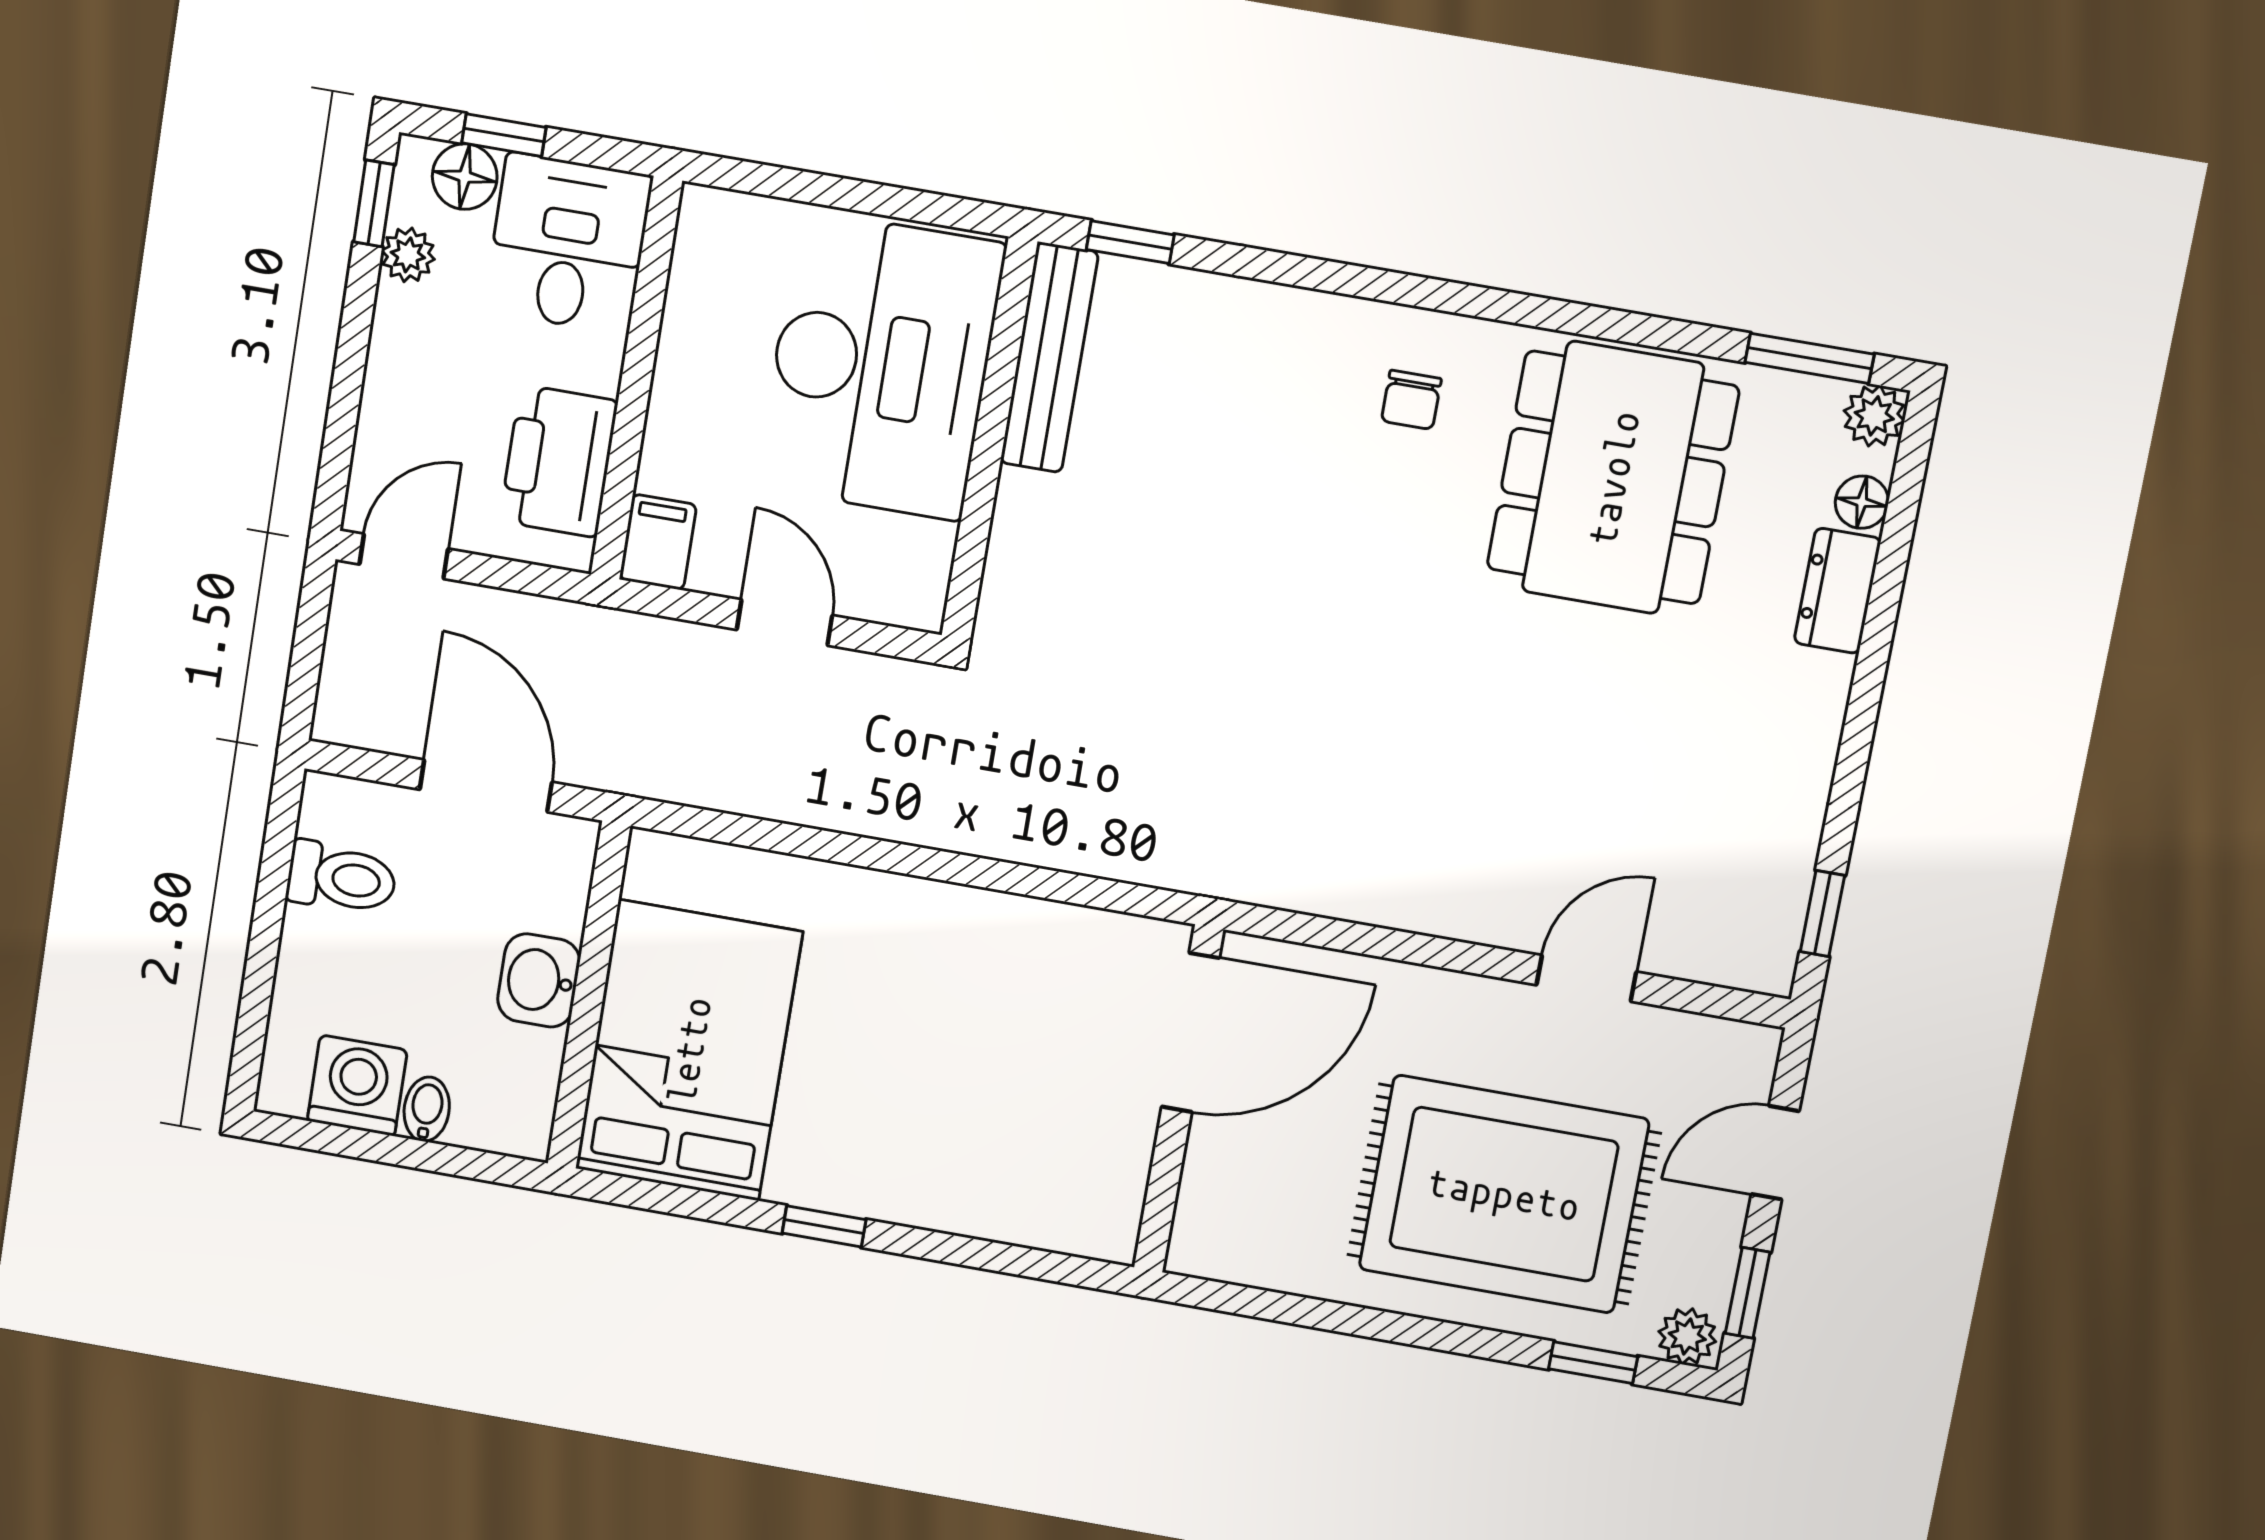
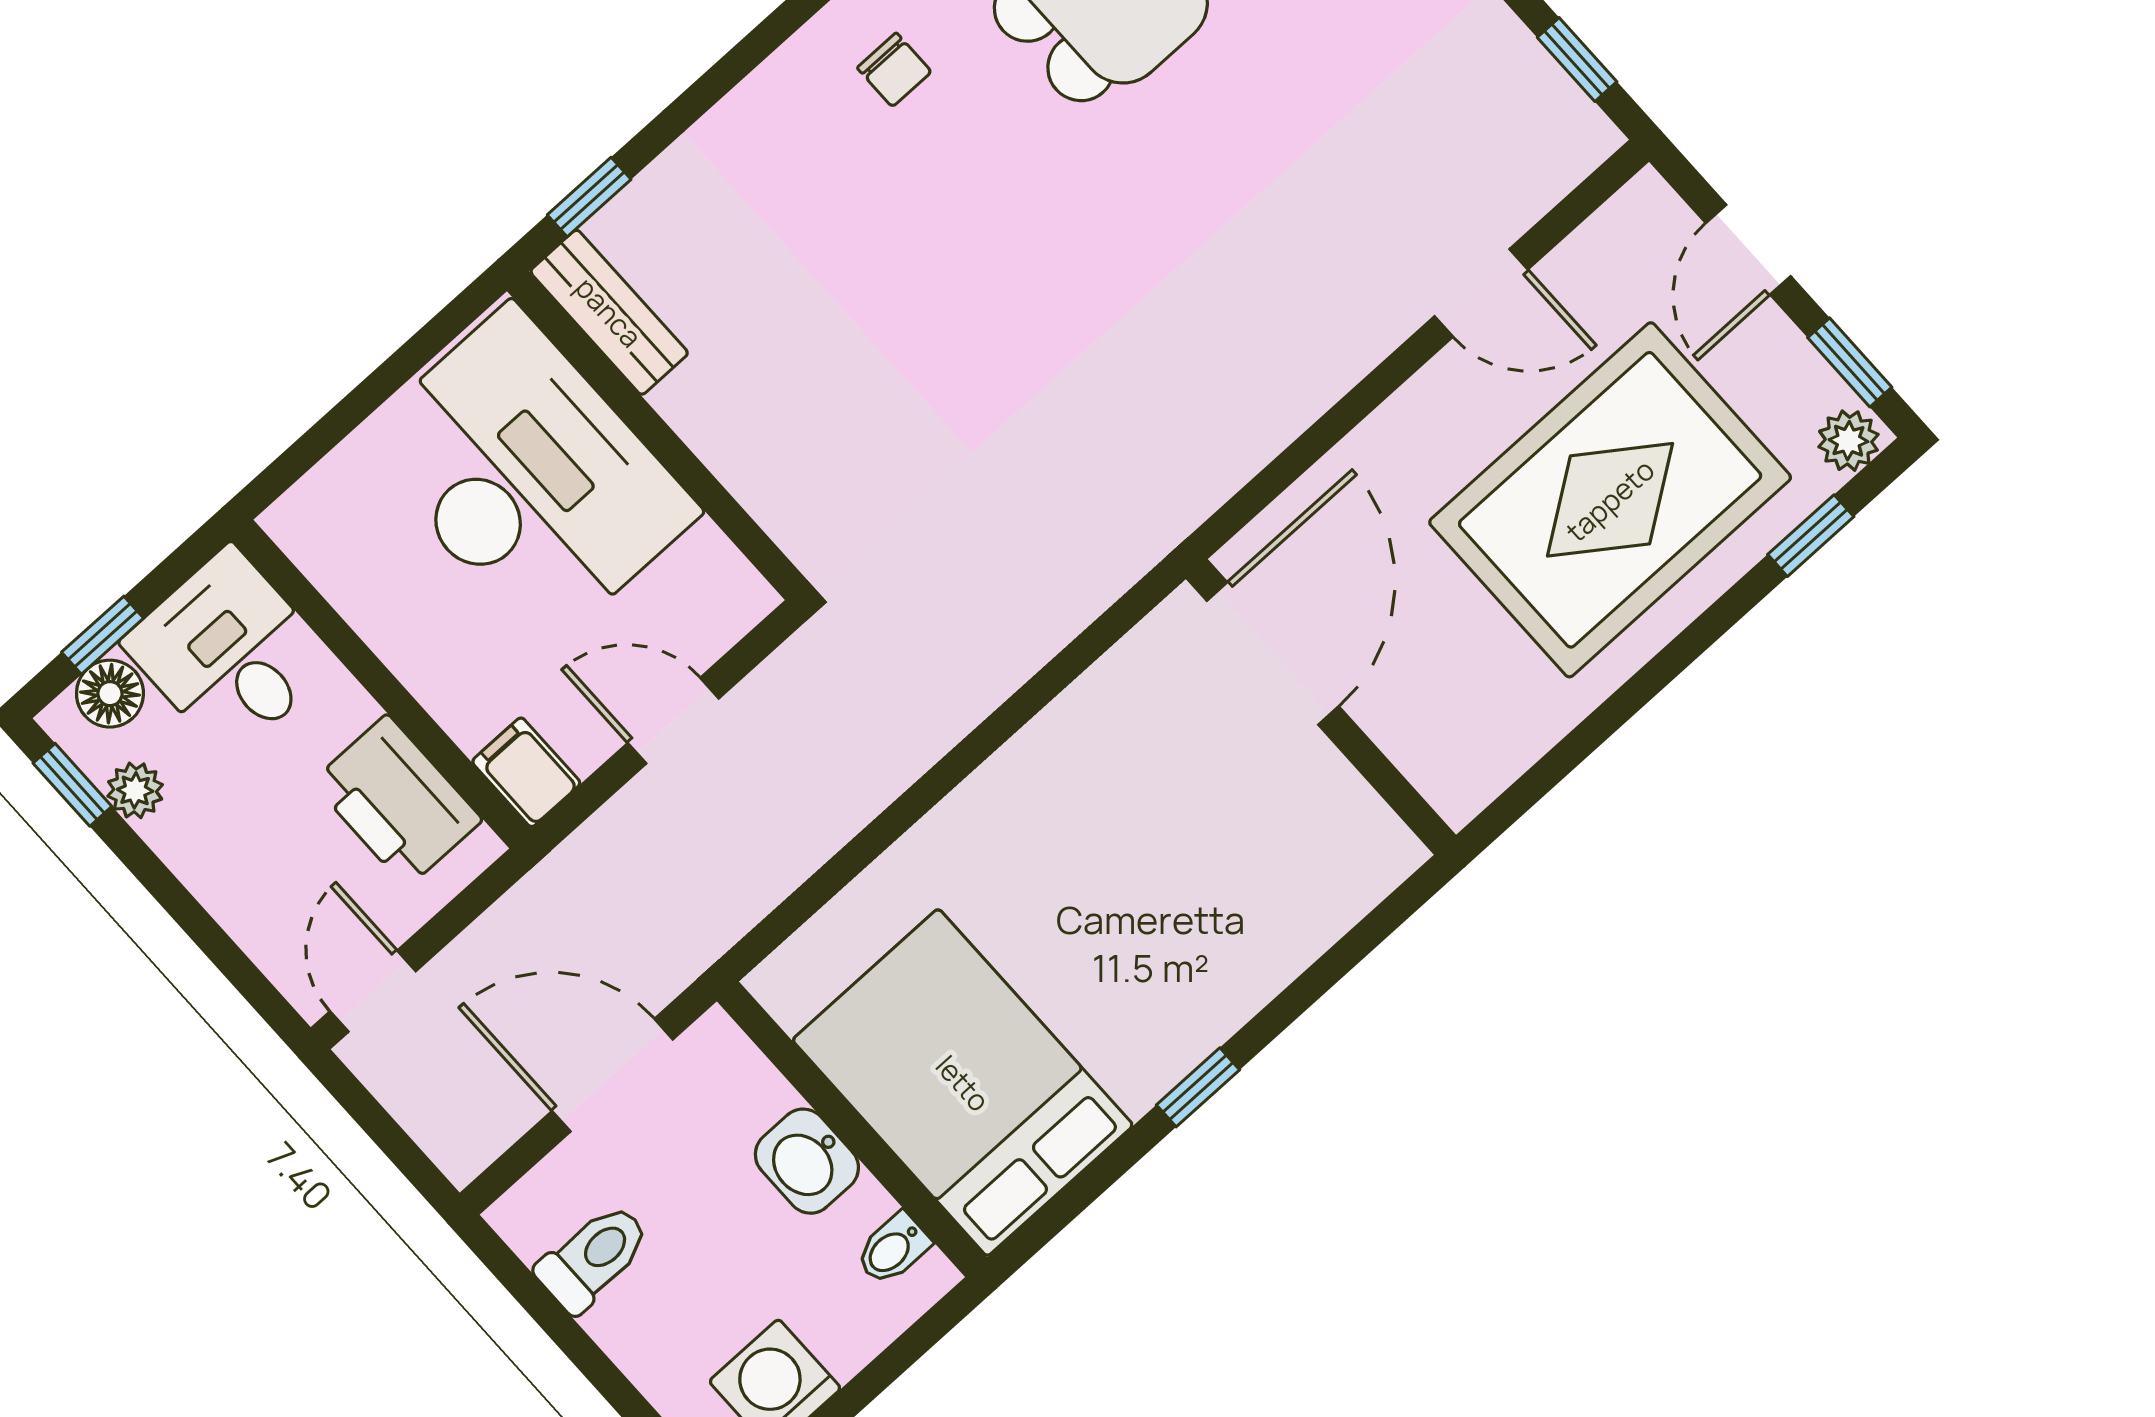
bench: (1049, 358) -> (609, 312), width x0.73
door: (1586, 978) -> (1481, 293), swing flipped
bidet: (427, 1109) -> (893, 1249), moved, turned -90

